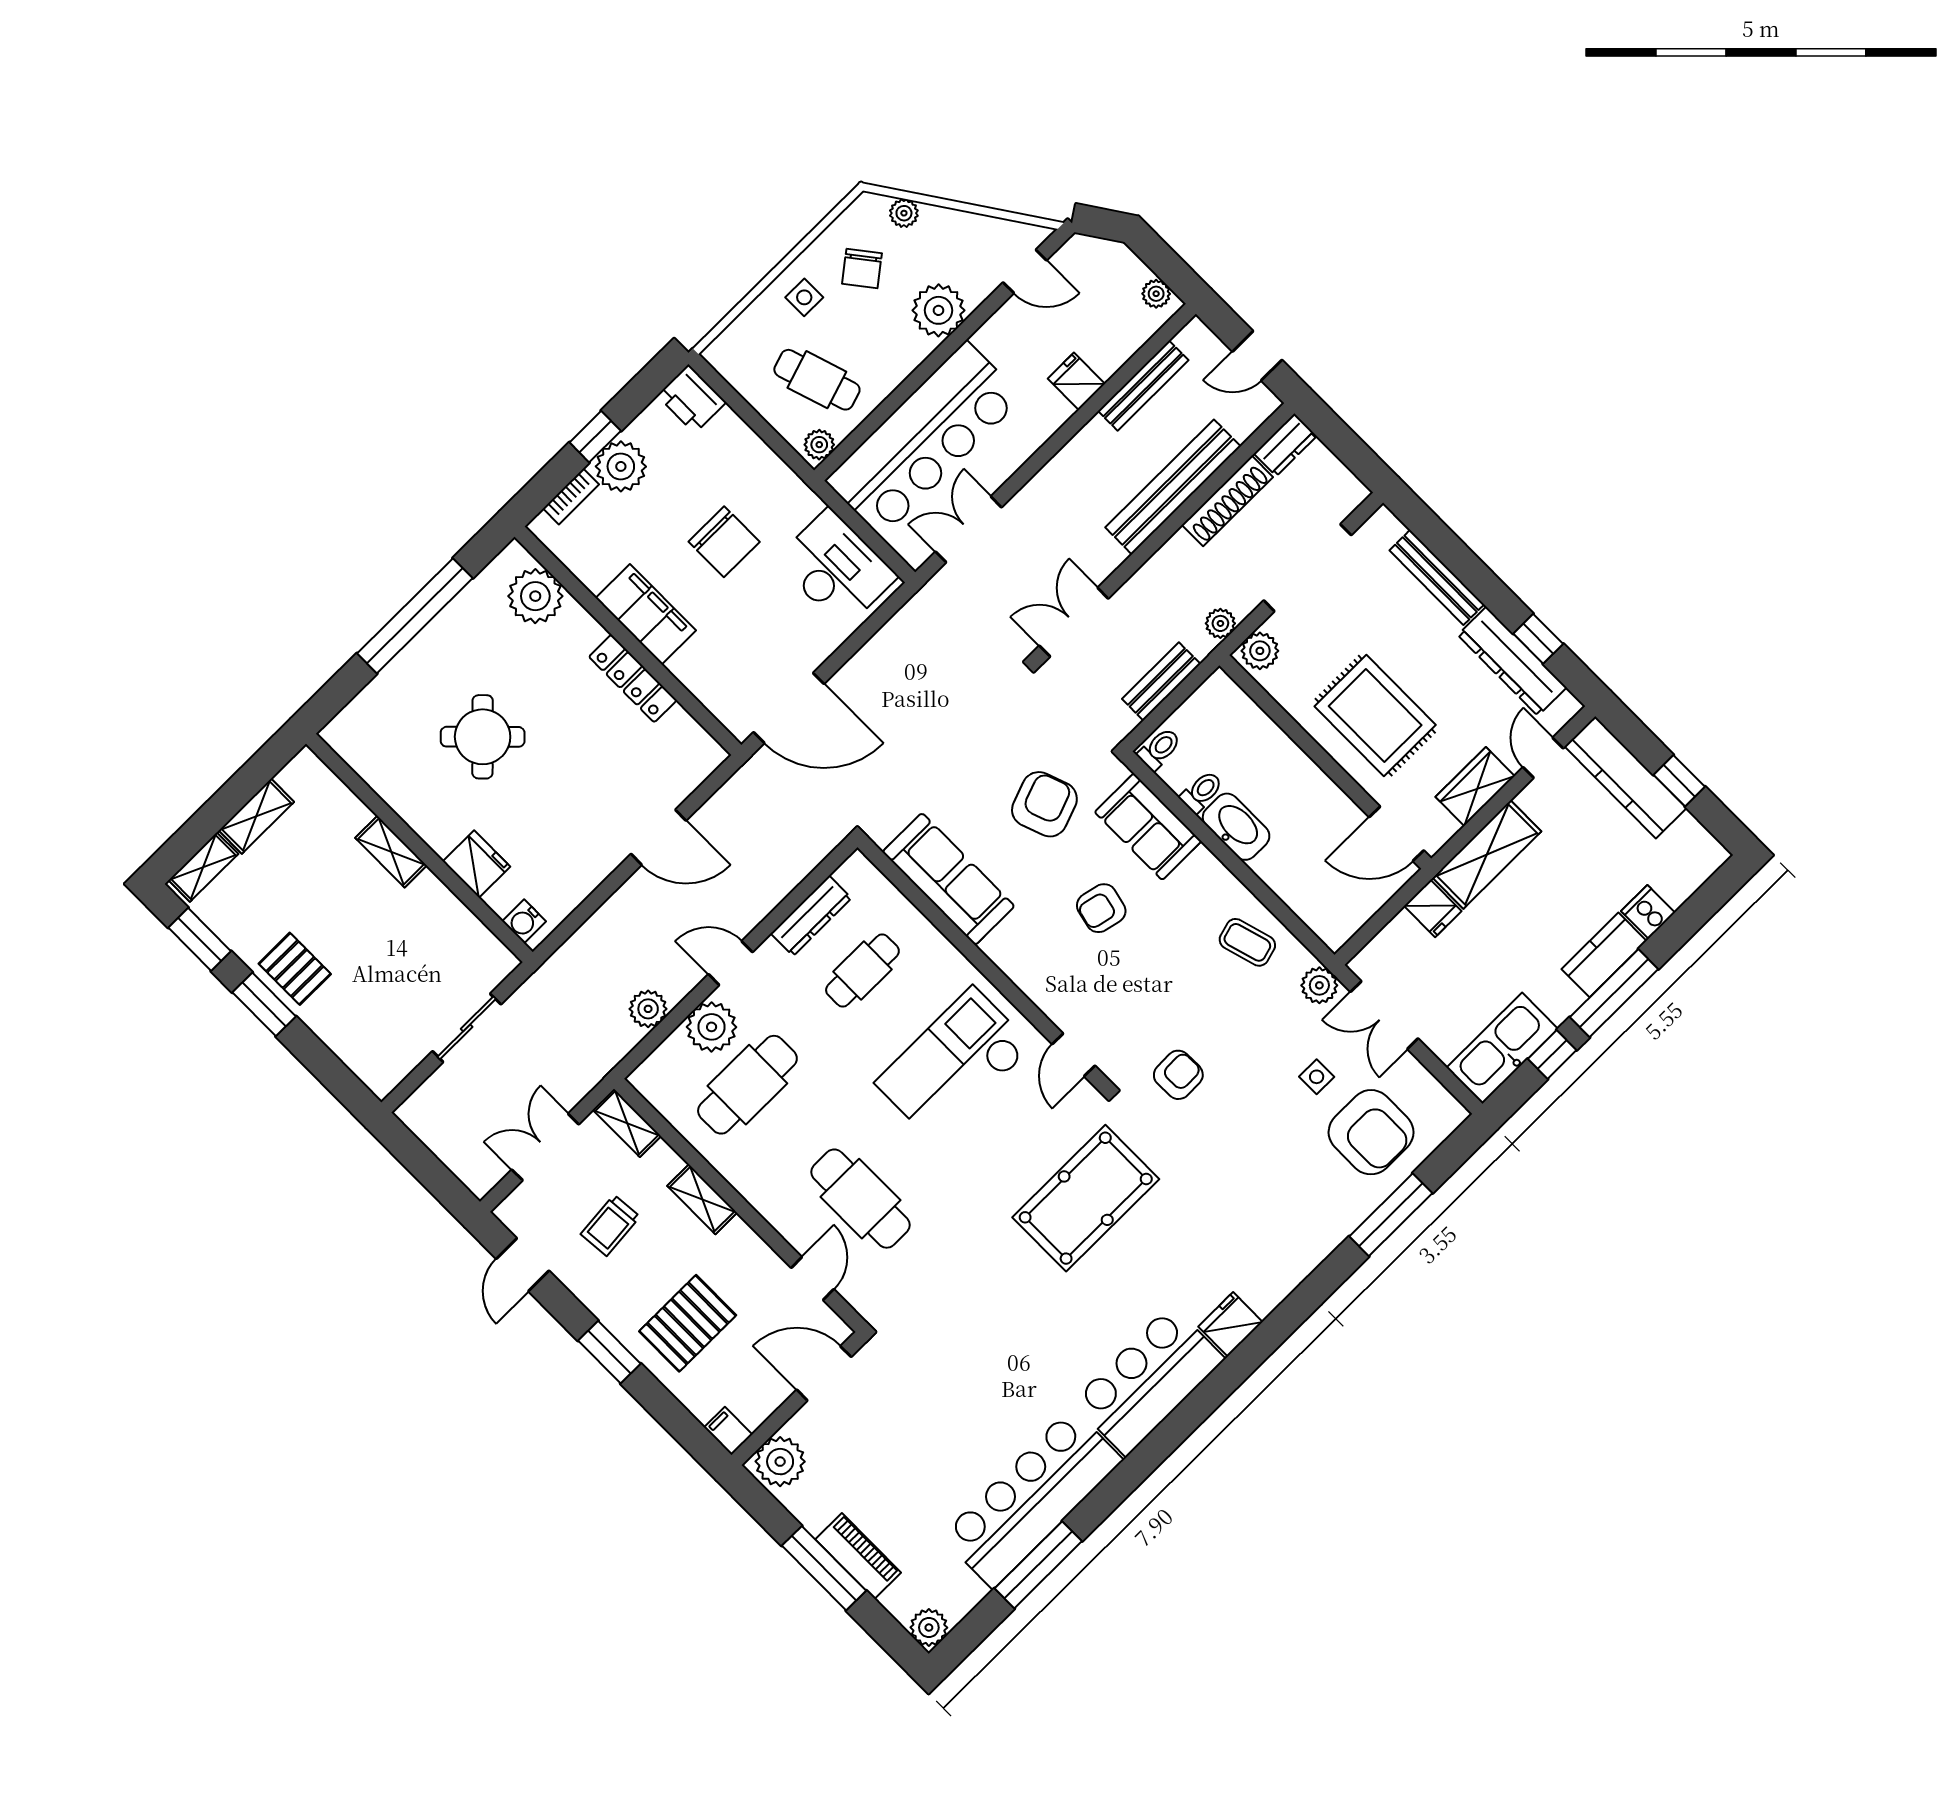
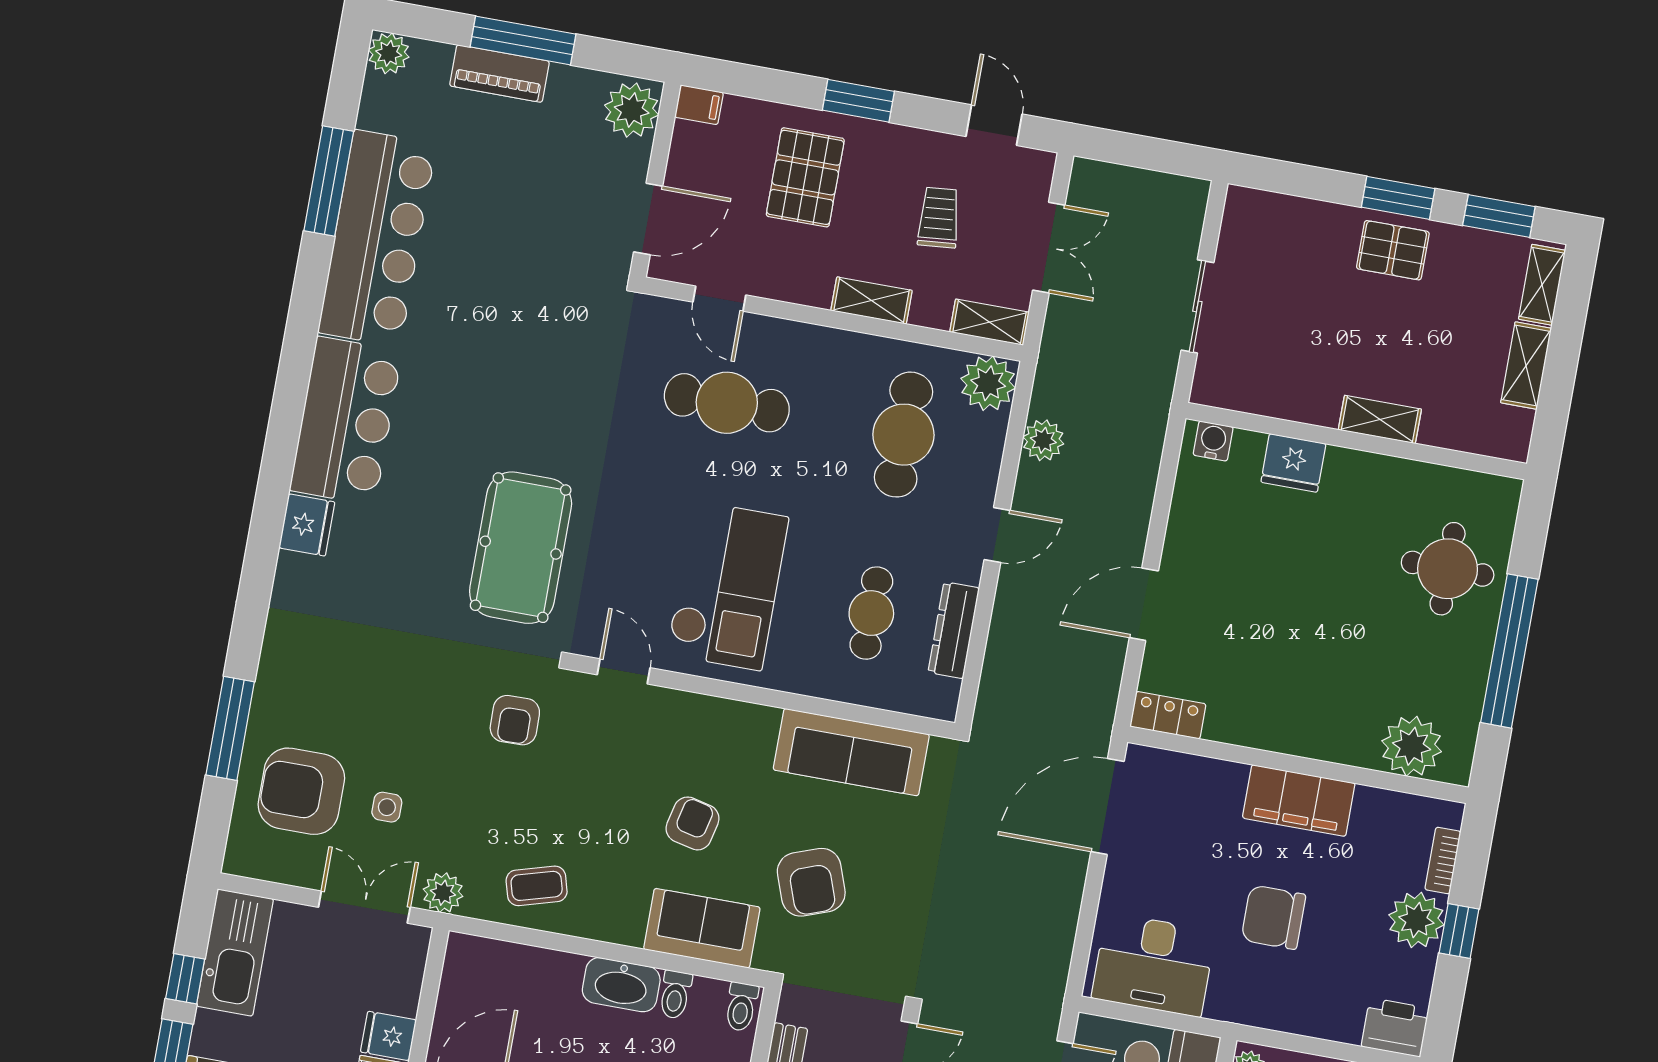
locker: (633, 678) -> (1168, 715), moved, width x0.66
round table: (483, 737) -> (1448, 569), moved, turned 45
plant: (712, 1027) -> (988, 383), moved

